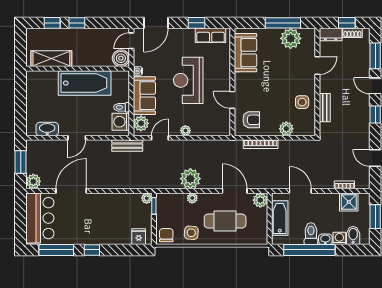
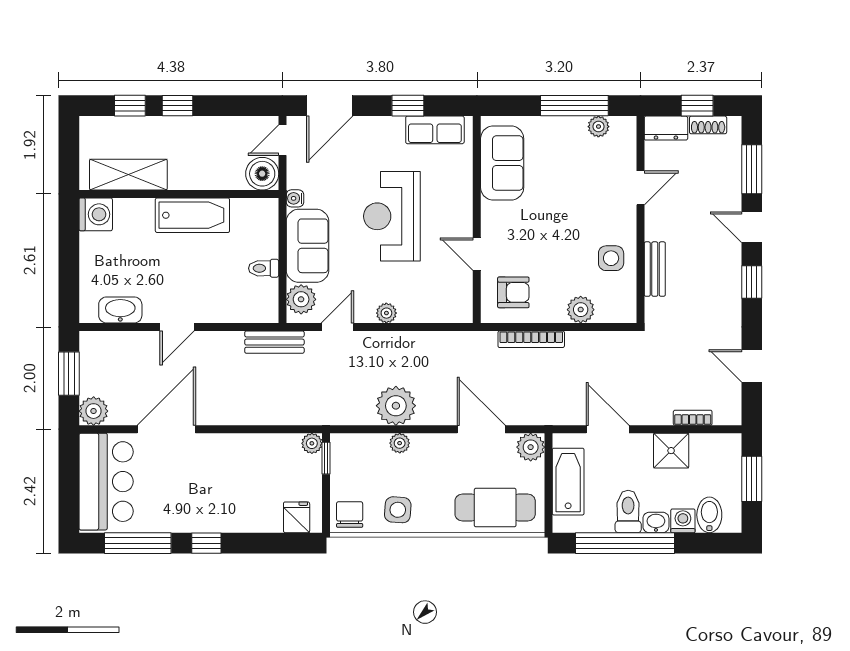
plant: (291, 38) -> (598, 127), width x0.53, depth x0.53
bathtub: (85, 83) -> (192, 215), width x0.73, depth x0.73
washing machine: (121, 122) -> (96, 214), moved, turned 180
shower: (349, 202) -> (671, 451), moved
cafe table: (225, 221) -> (495, 508), moved

